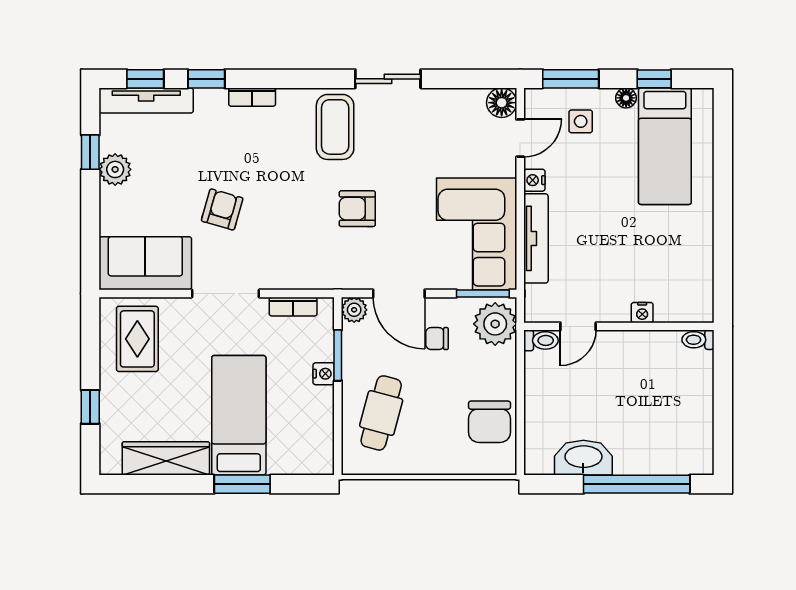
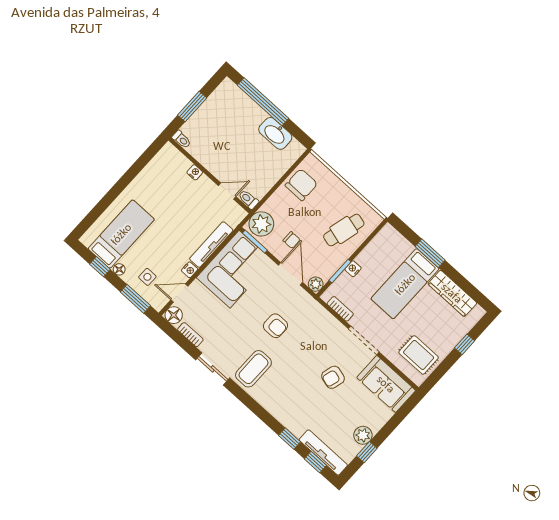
bookcase: (252, 97) -> (190, 335), moved
rug: (137, 339) -> (419, 355), turned 90
window: (723, 395) -> (192, 107), added

